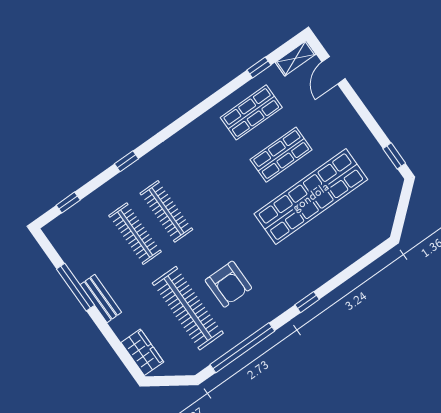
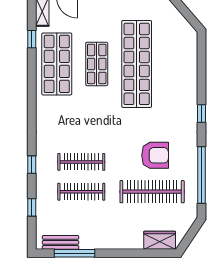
shop shelf: (251, 112) -> (57, 64), width x1.43, depth x1.36
window: (68, 203) -> (32, 207), moved
window: (76, 287) -> (74, 253), moved
bench: (101, 299) -> (61, 242), moved

